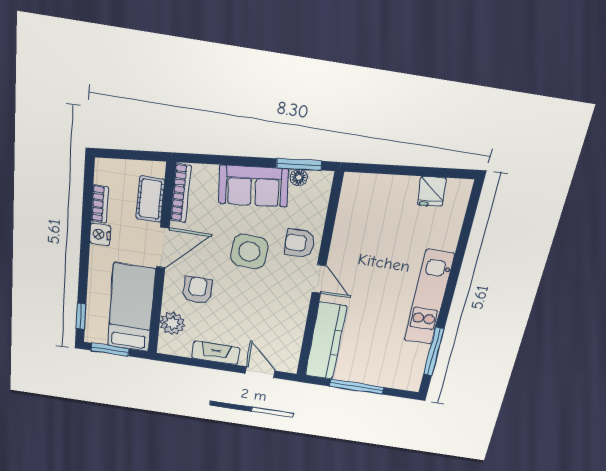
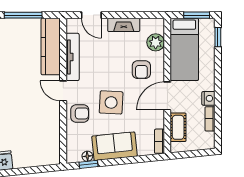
window: (299, 164) -> (88, 164), width x0.67
bookcase: (181, 193) -> (159, 141), width x0.64
tv unit: (296, 323) -> (73, 57), added

